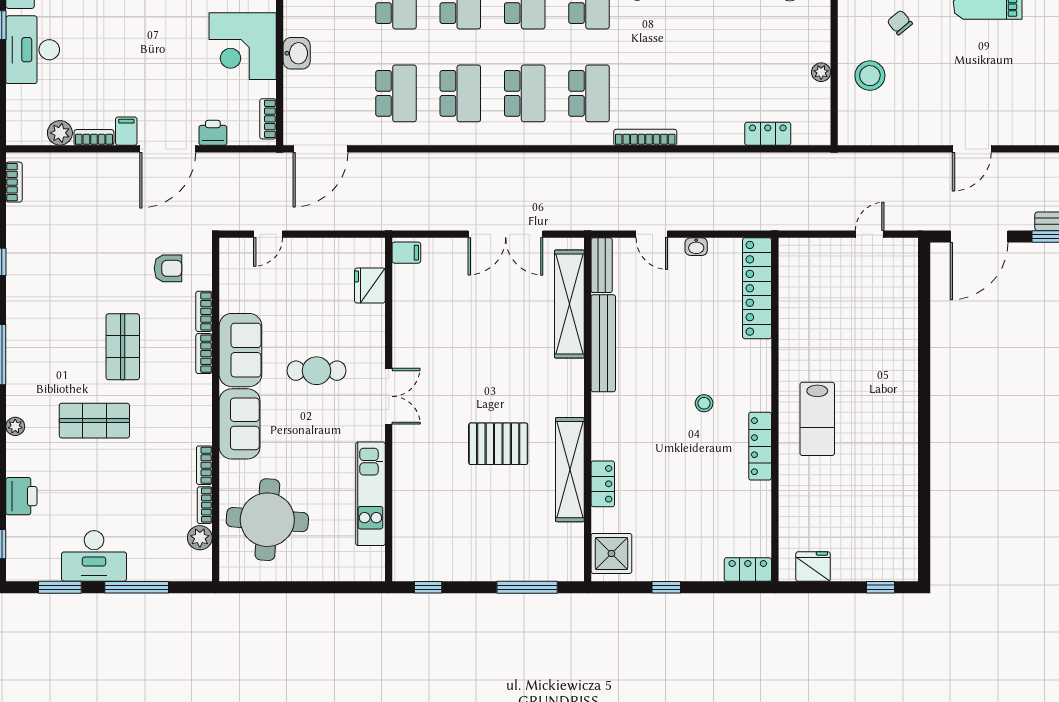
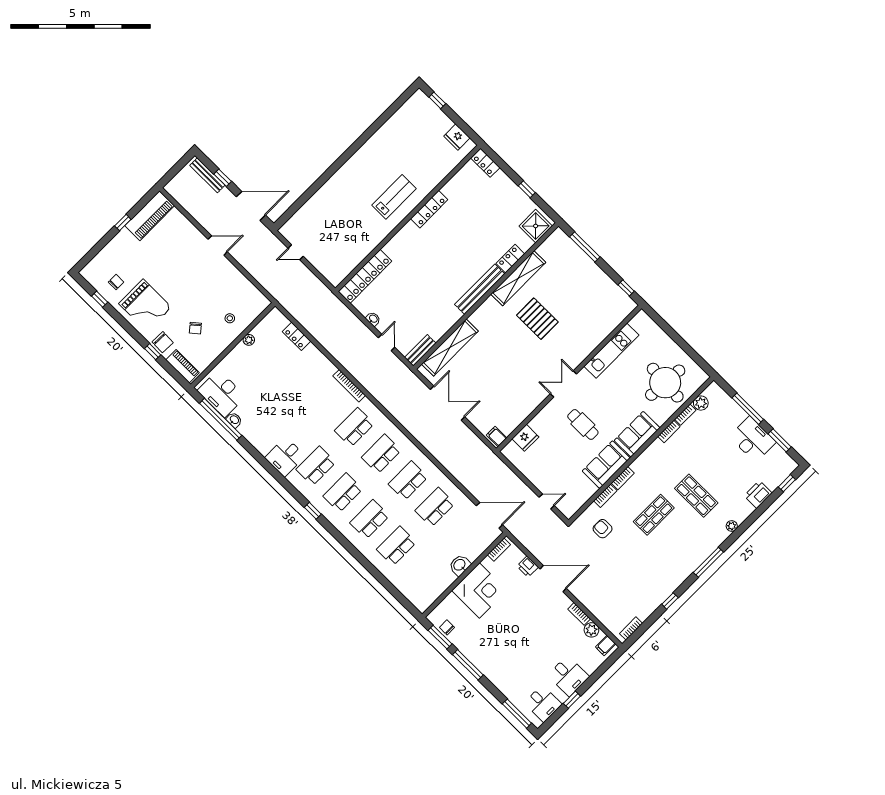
desk: (33, 50) -> (568, 676), width x0.73
stool: (870, 76) -> (230, 318), width x0.53, depth x0.53
filing cabinet: (126, 131) -> (606, 645), moved
bench: (603, 343) -> (480, 289), moved
stool: (704, 403) -> (435, 250), removed

